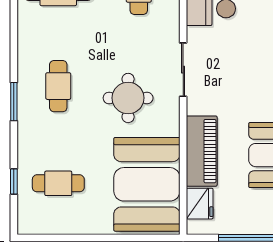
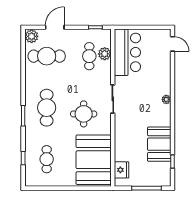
cafe table: (58, 86) -> (47, 108), width x1.37, depth x1.35
piano: (202, 151) -> (123, 142), removed
cafe table: (58, 183) -> (47, 159), turned 90

